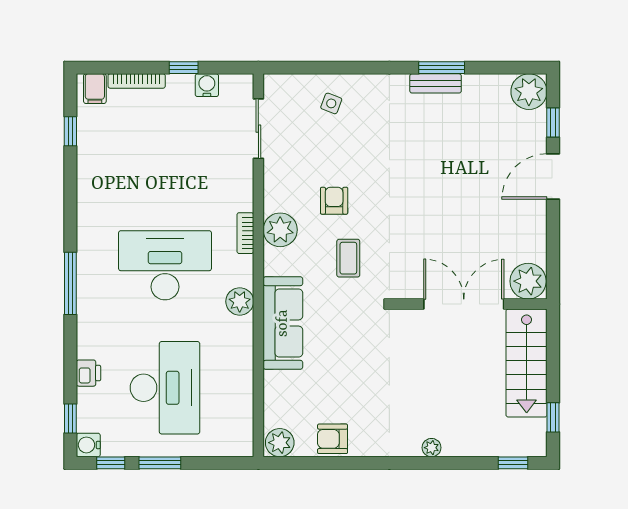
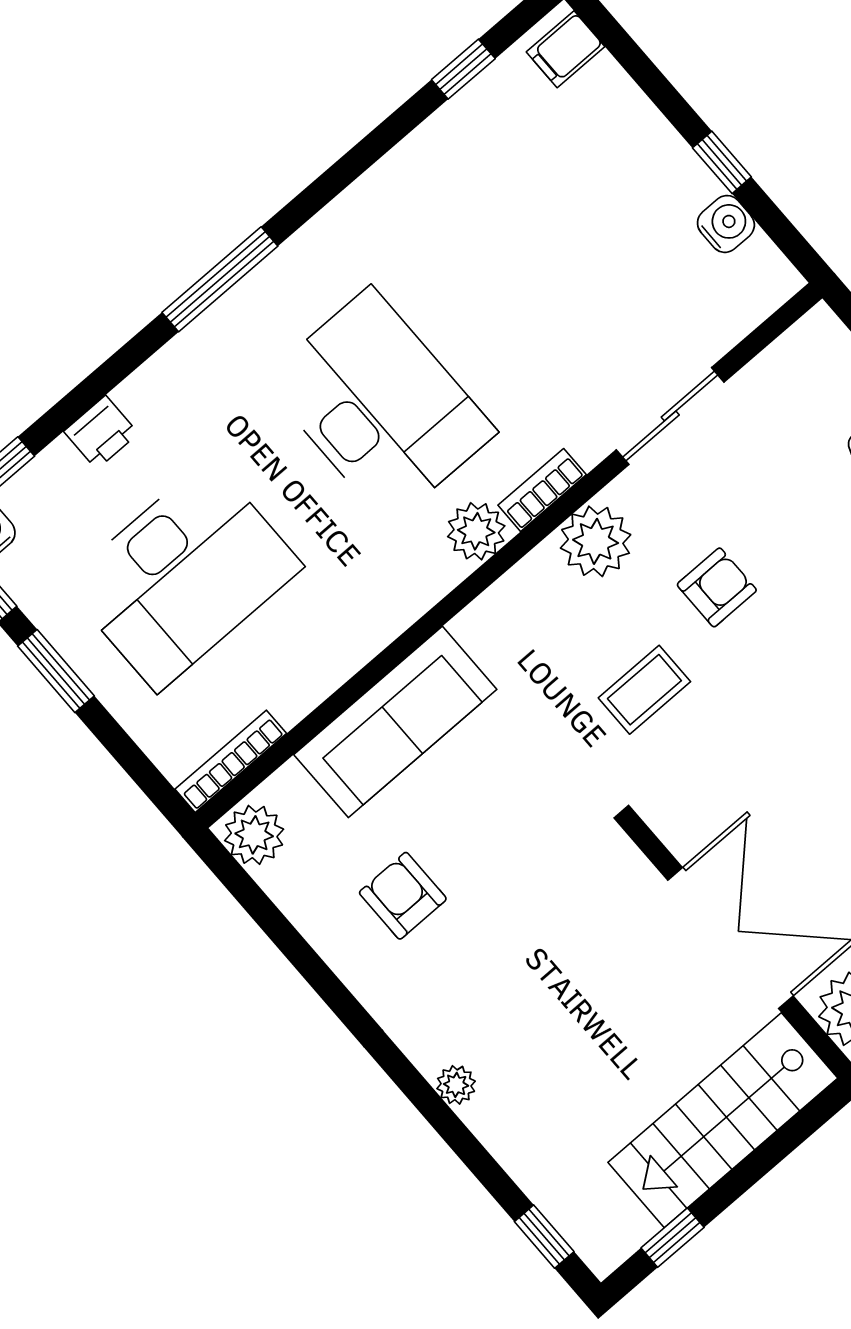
bookcase: (137, 81) -> (231, 761), moved, turned 90
sliding door: (258, 129) -> (670, 416), moved
plant: (240, 301) -> (476, 531), moved
sofa: (283, 323) -> (395, 722), moved
armchair: (333, 439) -> (403, 896), moved

